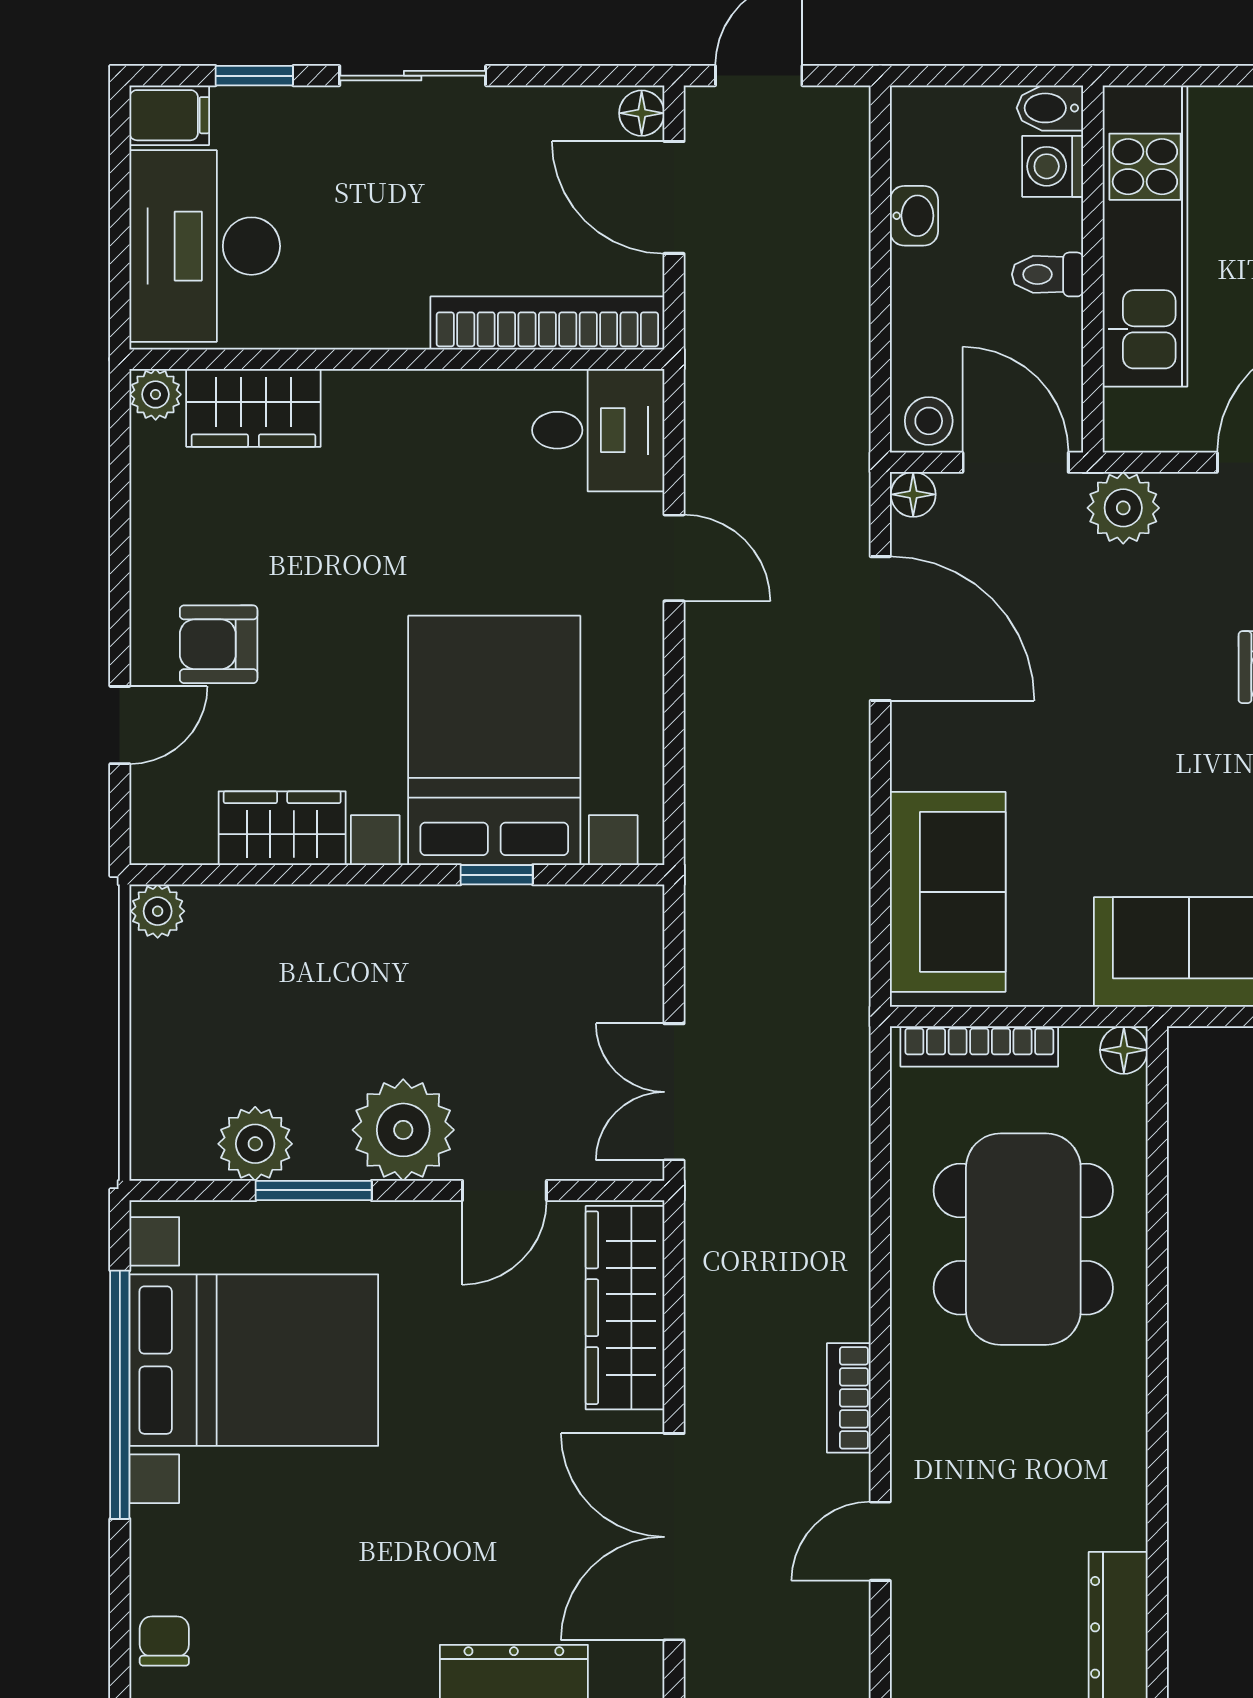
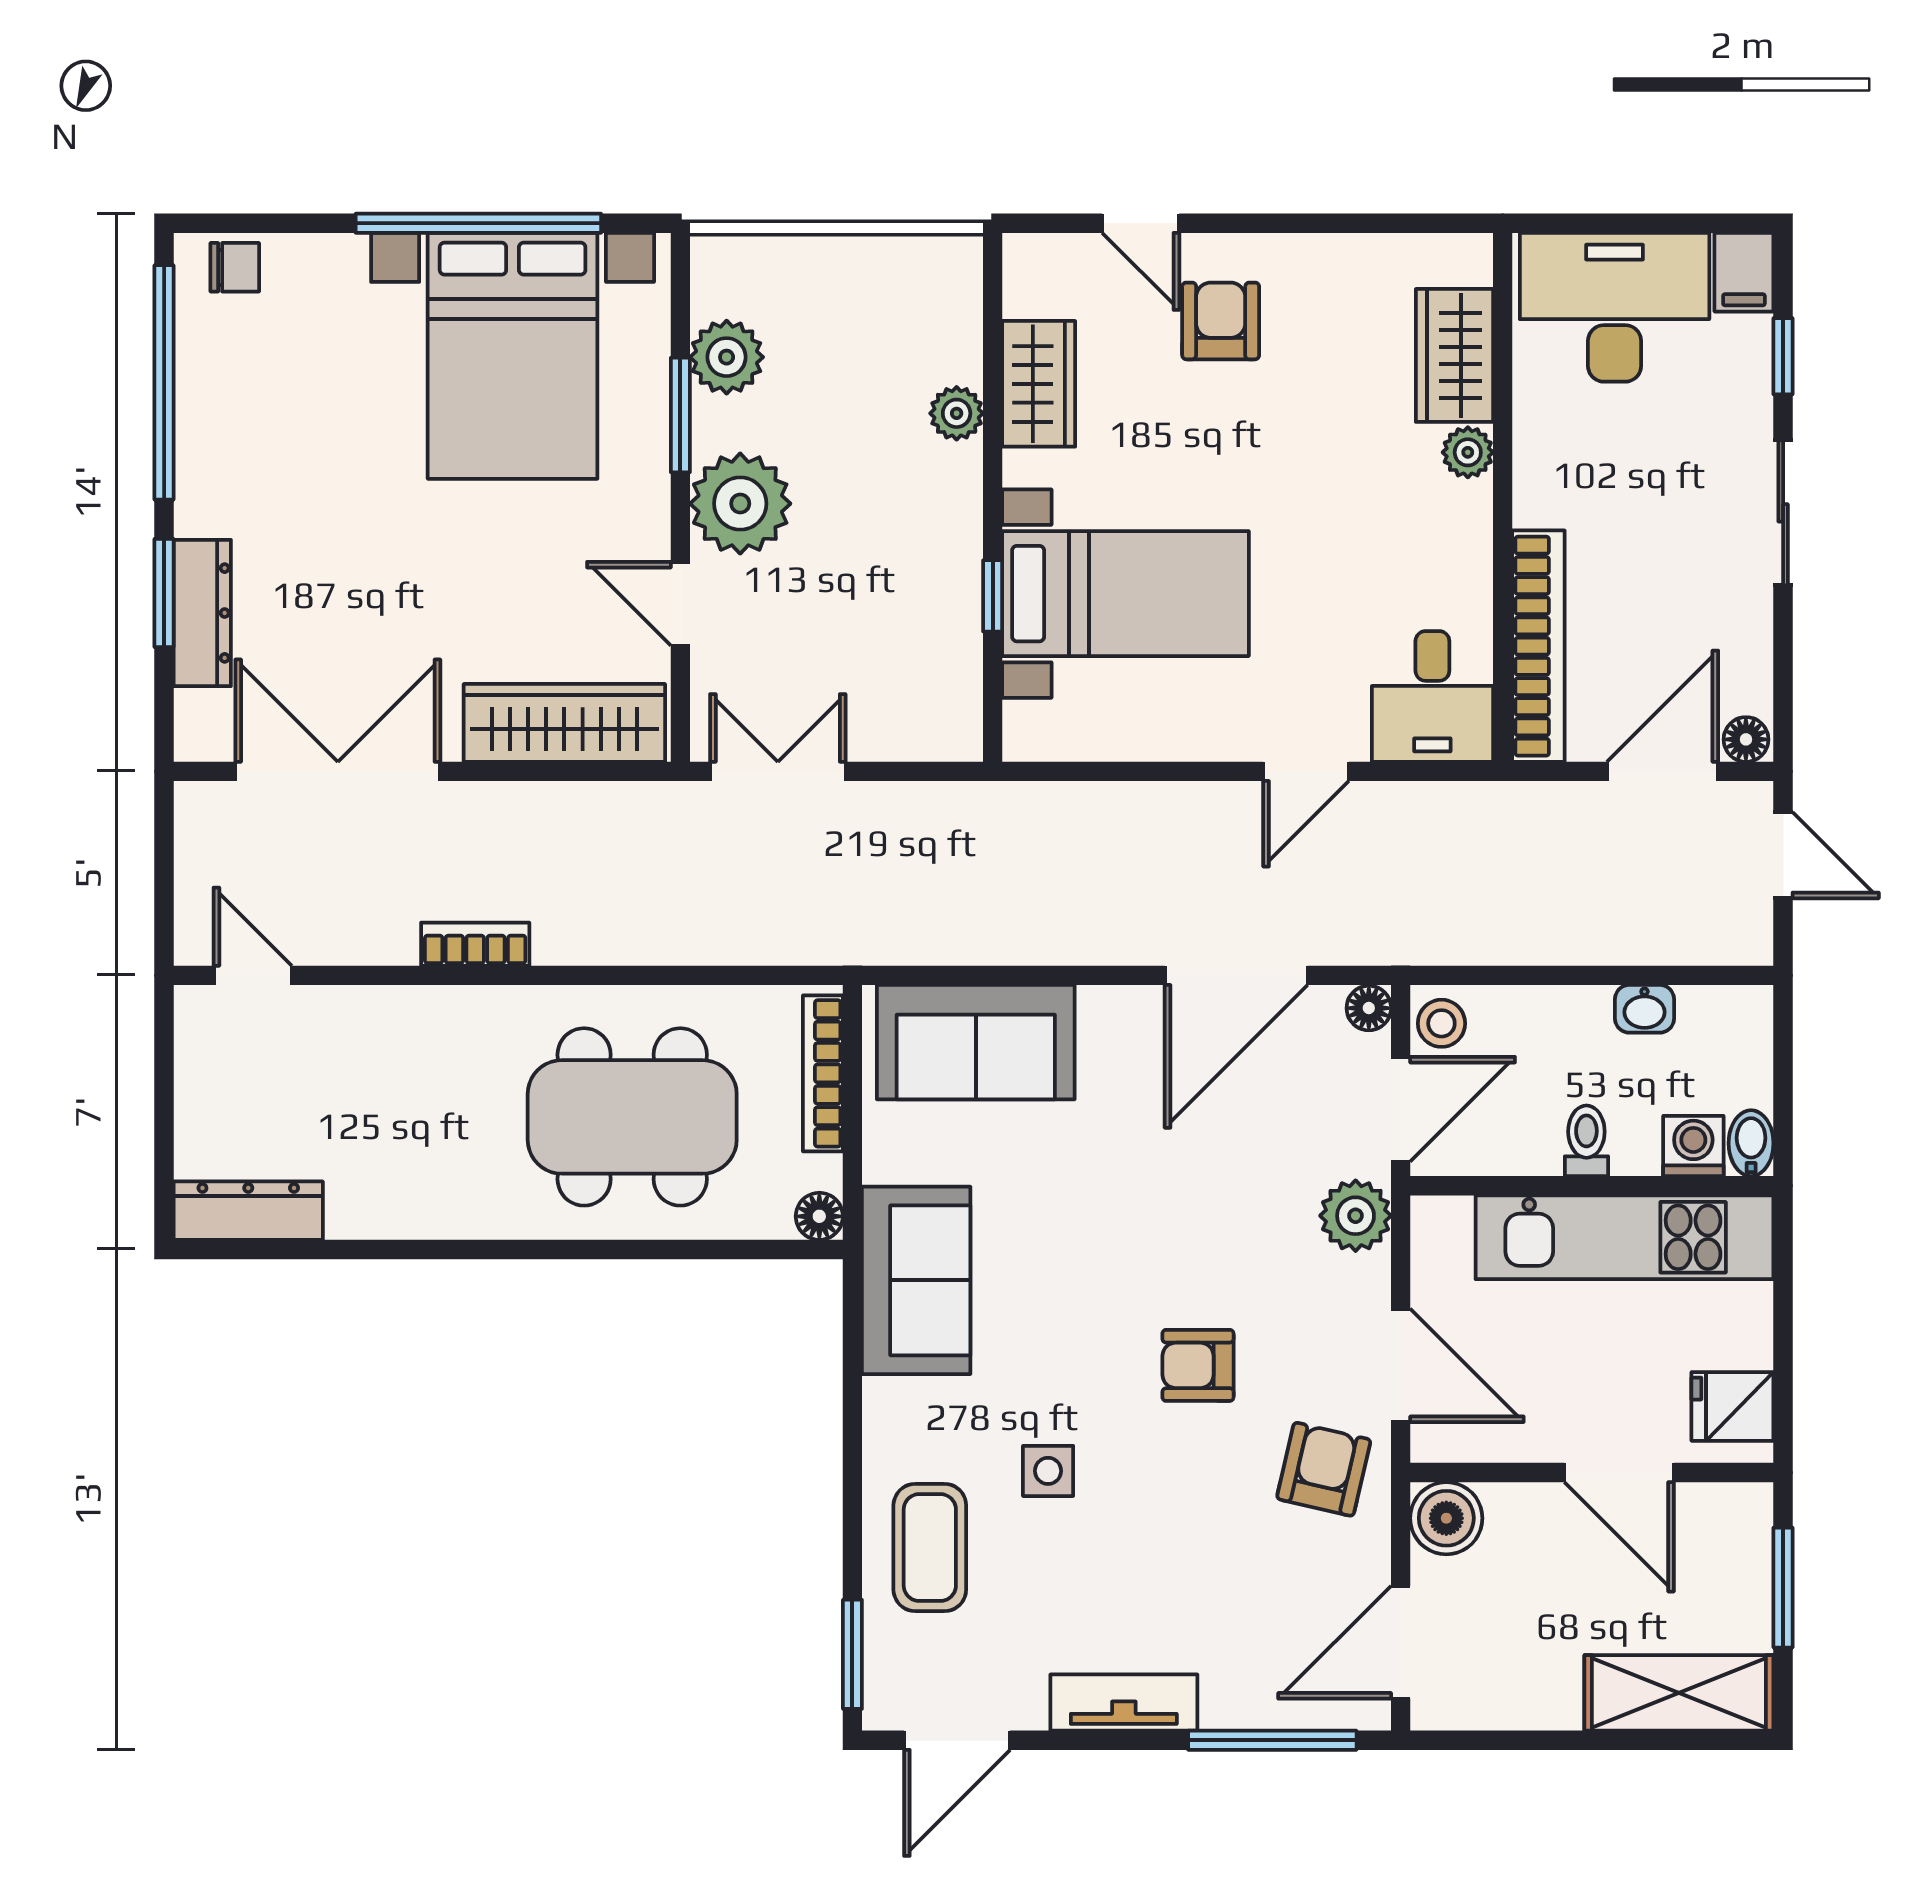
plant: (156, 394) -> (1468, 452), moved
bed with nightstands: (494, 740) -> (1126, 594), width x0.73
plant: (158, 911) -> (957, 413), moved
door: (880, 1541) -> (253, 975), moved

